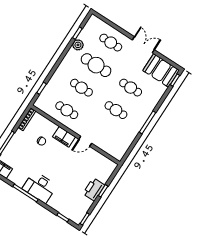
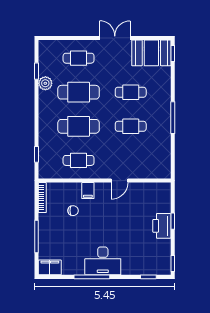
cafe table: (81, 88) -> (79, 126), width x1.37, depth x1.35
filing cabinet: (64, 137) -> (88, 191), width x0.50

